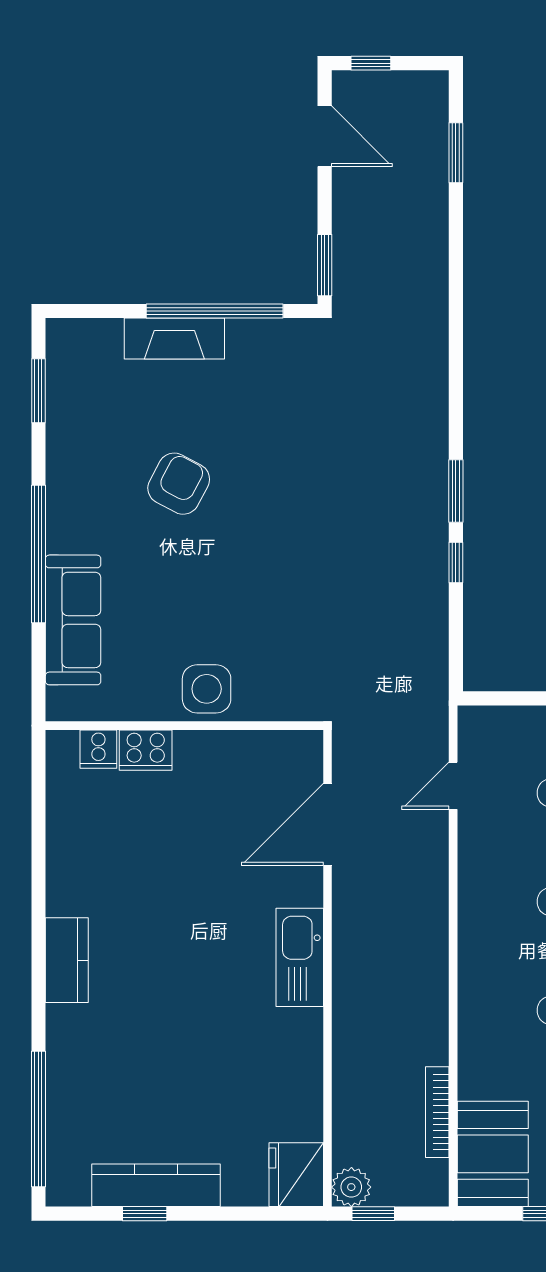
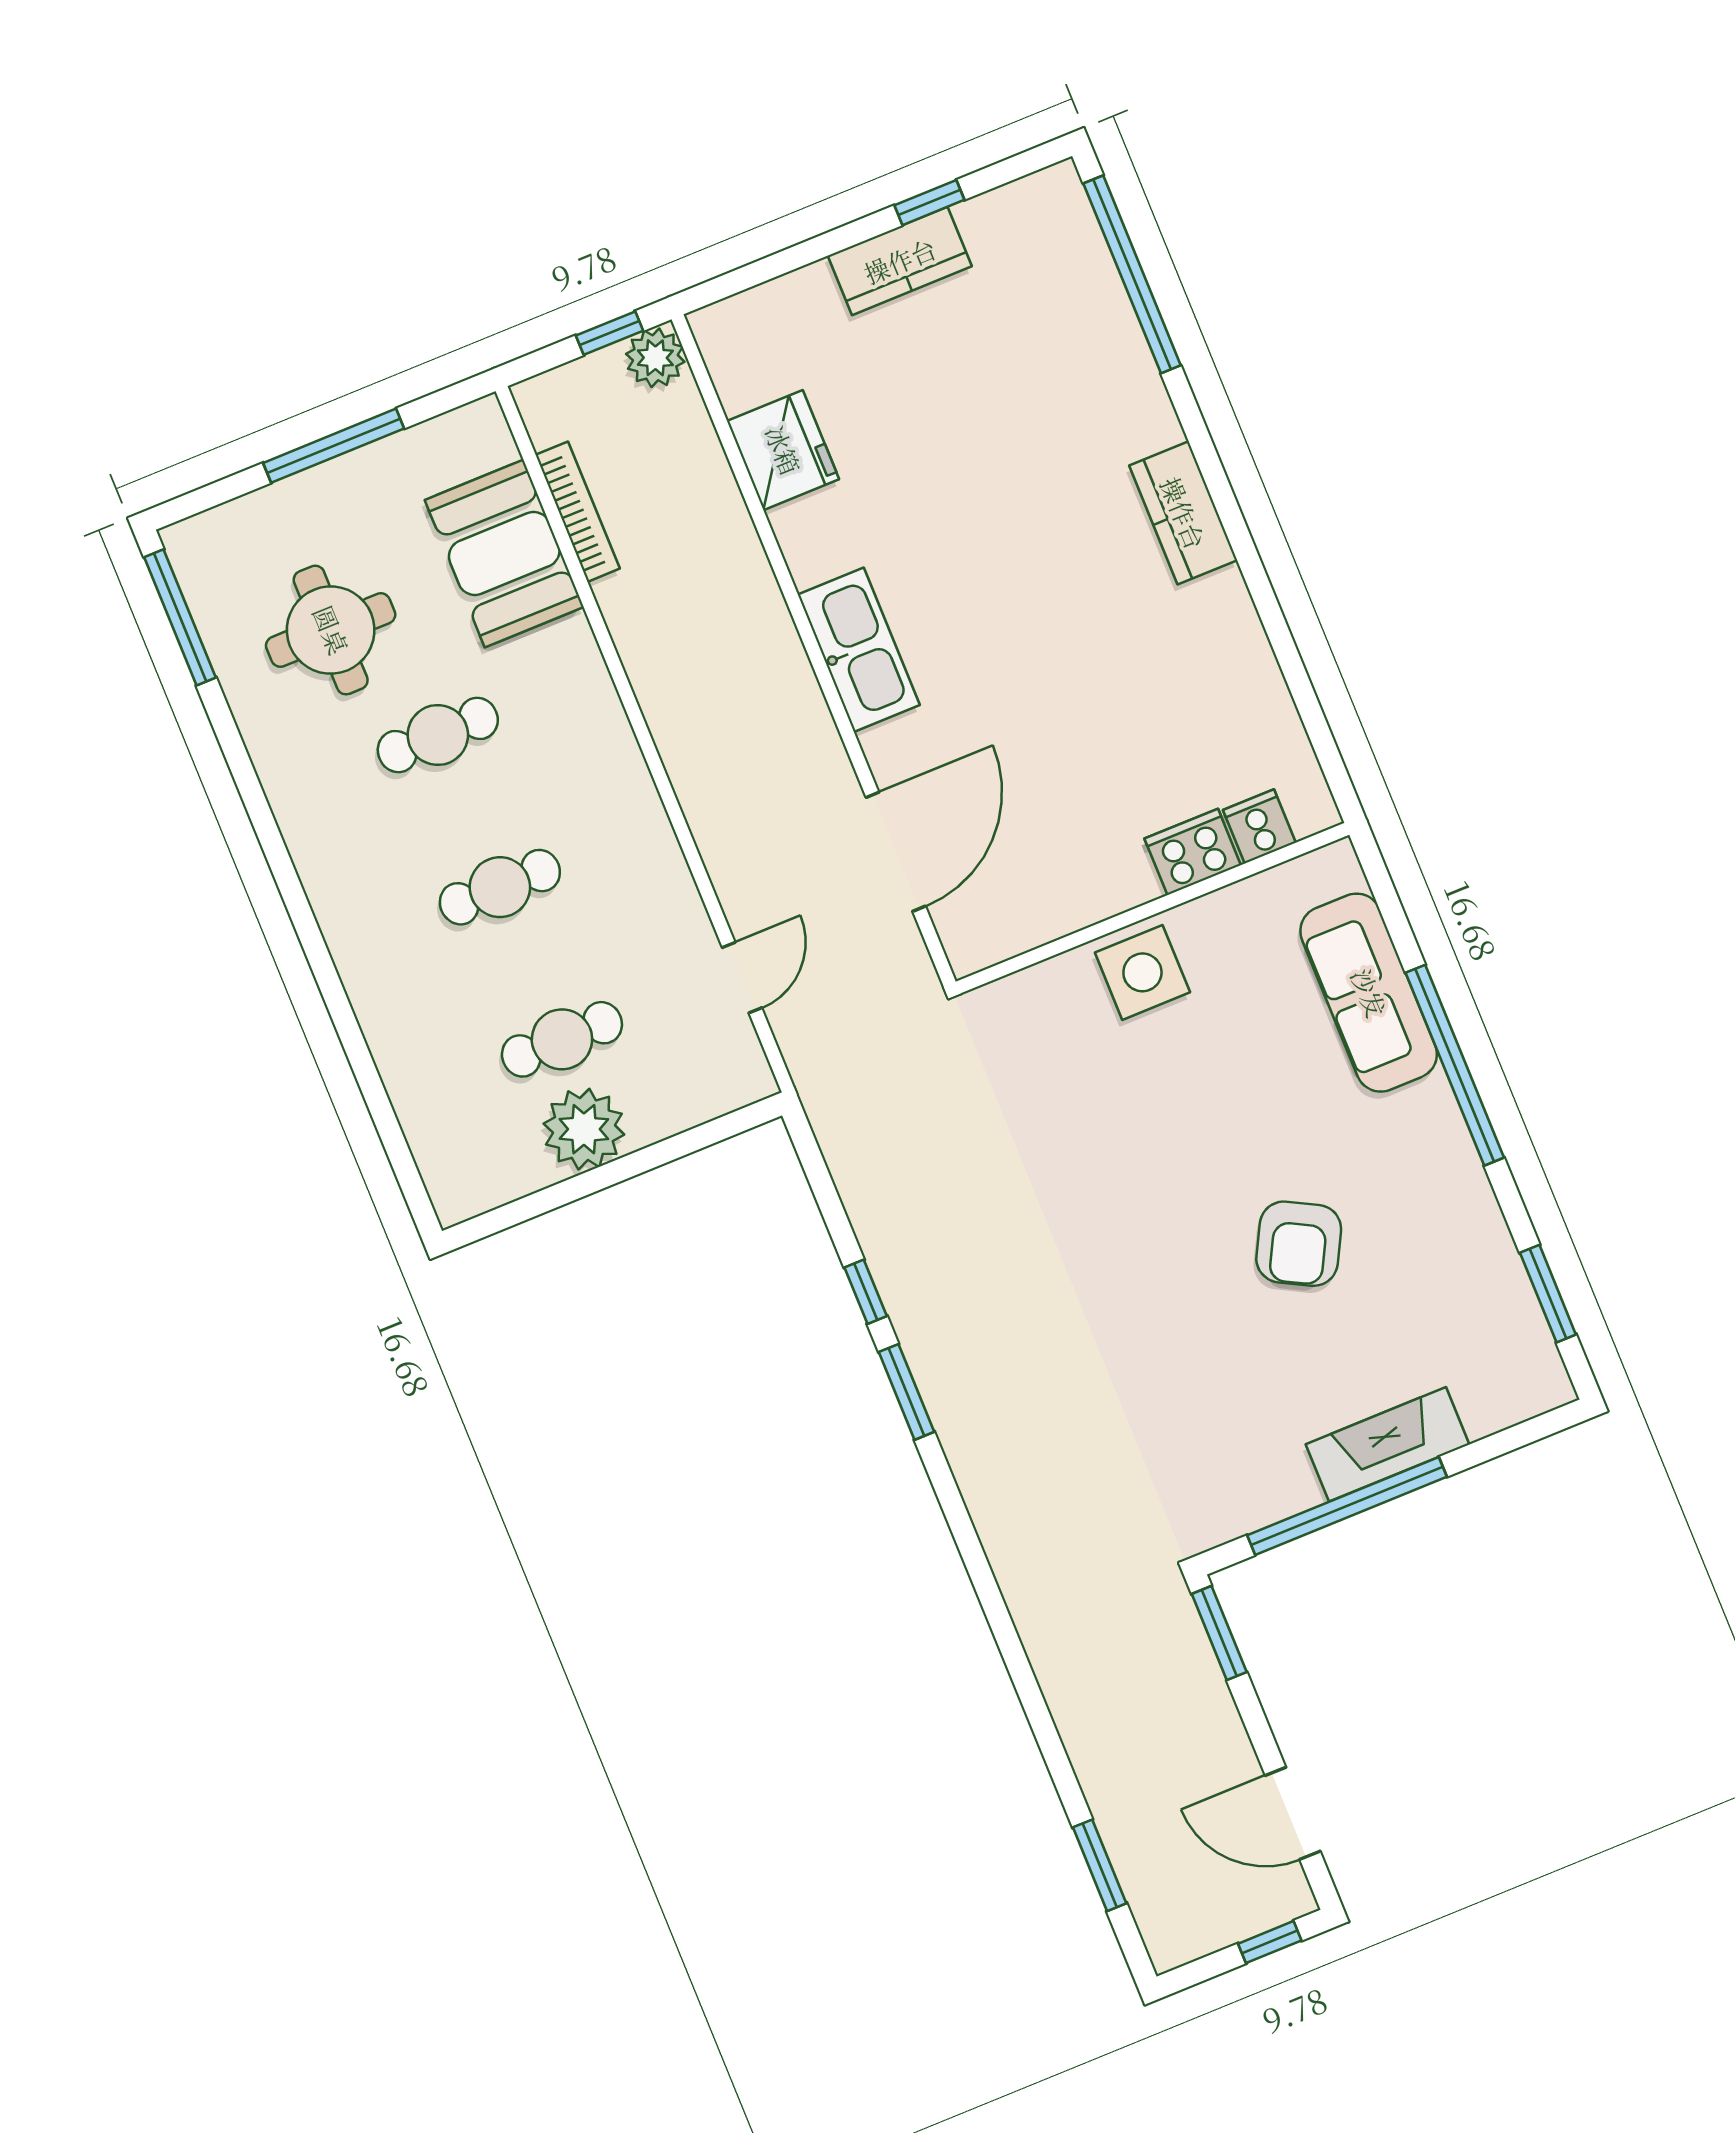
booth: (493, 1154) -> (504, 553), moved
fridge: (296, 1175) -> (783, 450), moved
kitchen counter: (156, 1185) -> (900, 261), width x0.67

